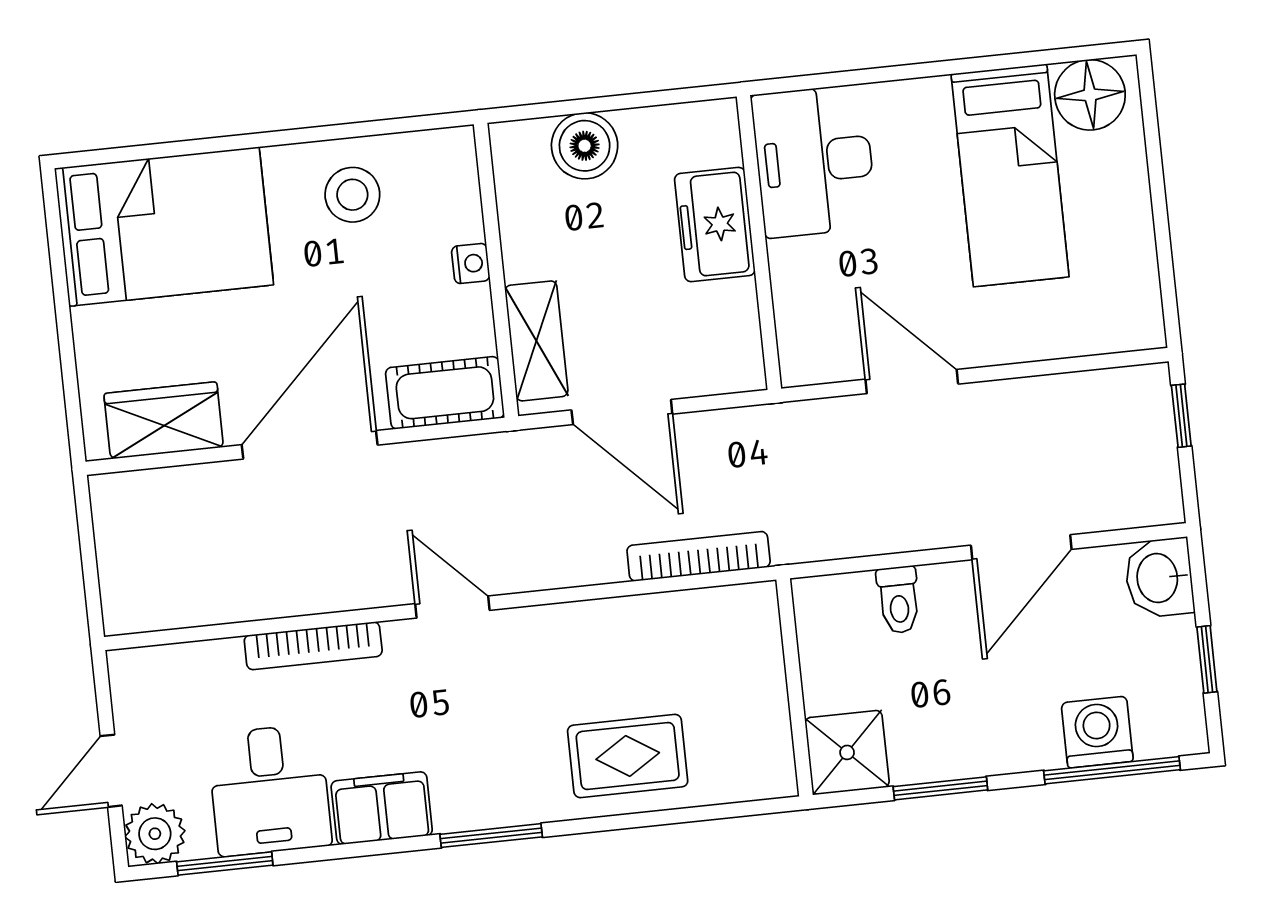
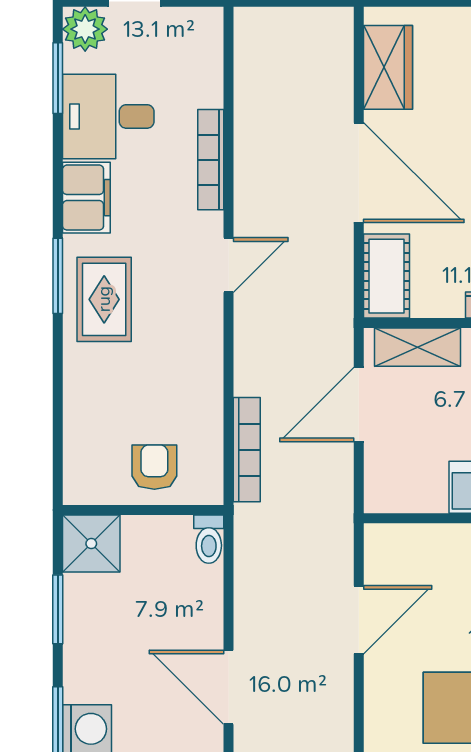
toilet: (899, 600) -> (209, 539), moved, turned -90
armchair: (735, 678) -> (154, 467), added
rug: (628, 756) -> (104, 299), moved

